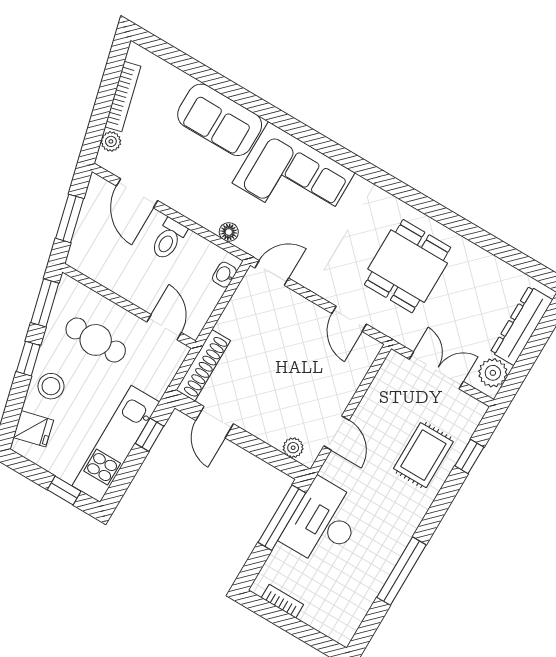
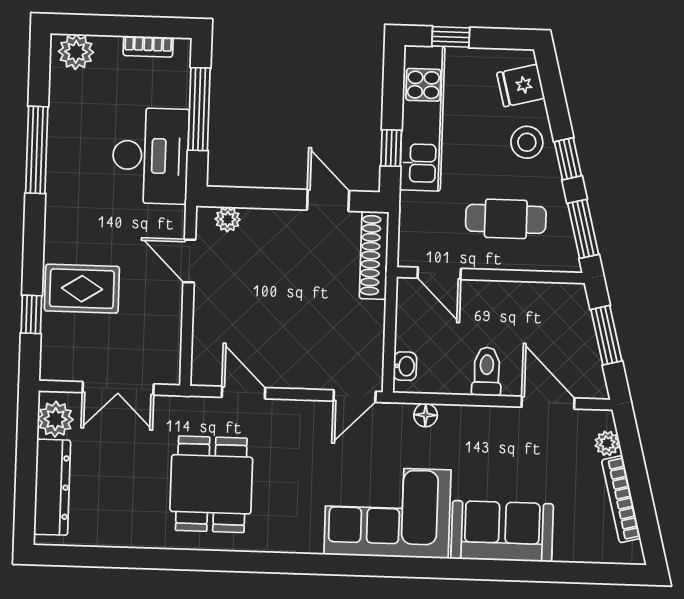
rug: (423, 455) -> (82, 289), turned 90
window: (282, 518) -> (199, 109), moved
plant: (336, 625) -> (76, 52), added

